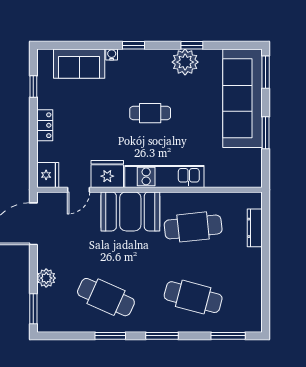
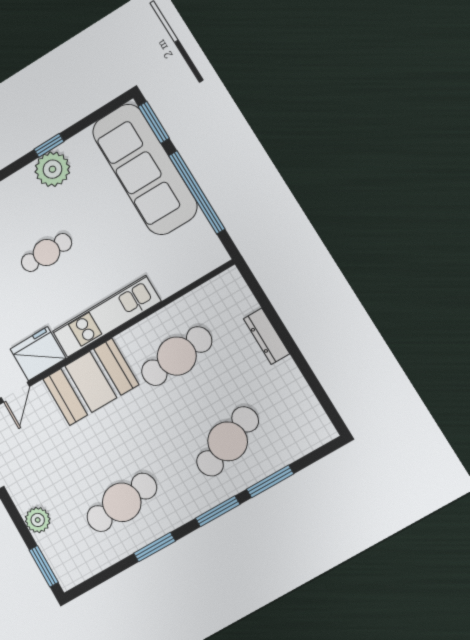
window: (266, 133) -> (197, 192), width x2.11
dresser: (255, 228) -> (267, 336), moved
cafe table: (106, 297) -> (122, 502), turned -30
cafe table: (193, 297) -> (228, 441), turned -36
window: (228, 336) -> (270, 481), moved

